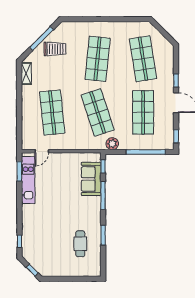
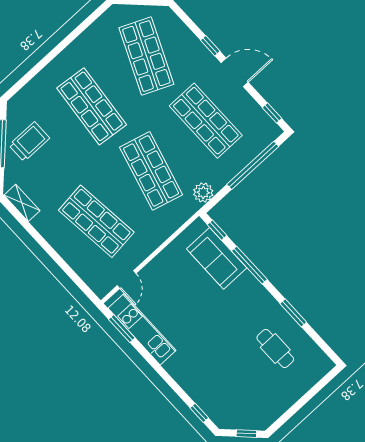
shop shelf: (143, 59) -> (146, 56), turned 33
shop shelf: (98, 112) -> (151, 171), turned 33

